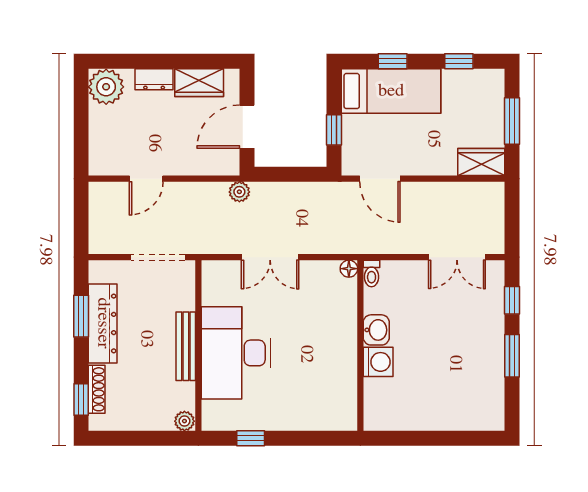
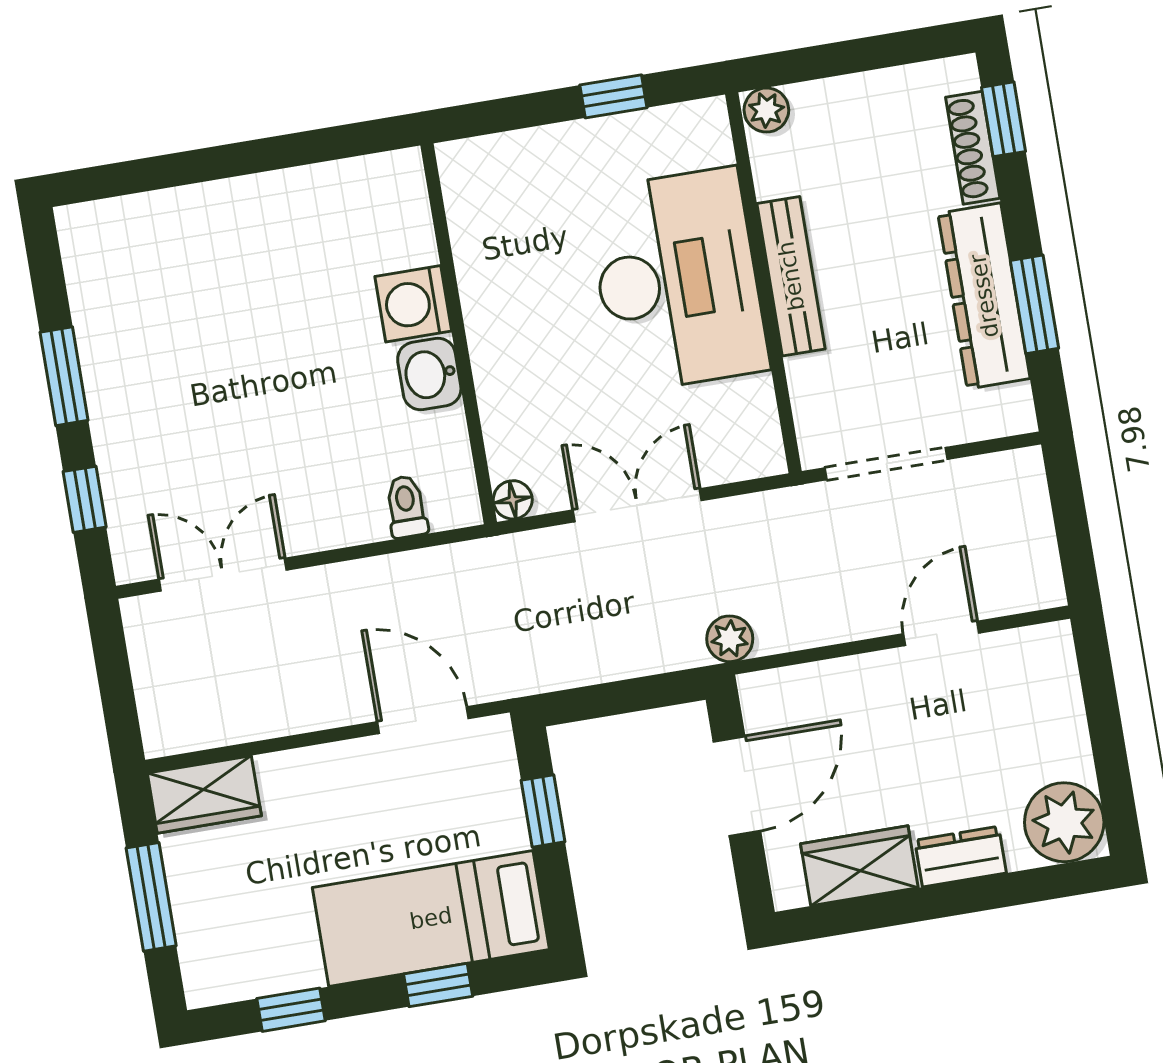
floor lamp: (349, 269) -> (513, 500), moved
washbasin: (376, 330) -> (429, 374), moved
wall: (360, 345) -> (459, 334), moved
washing machine: (378, 362) -> (413, 304), moved

